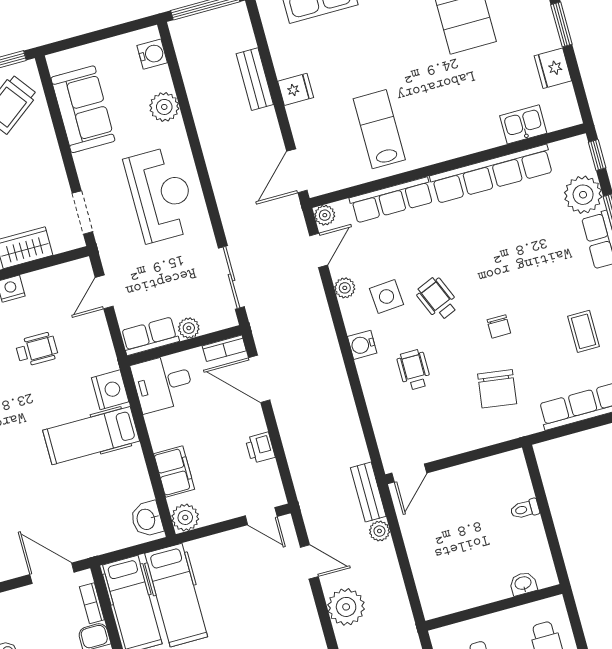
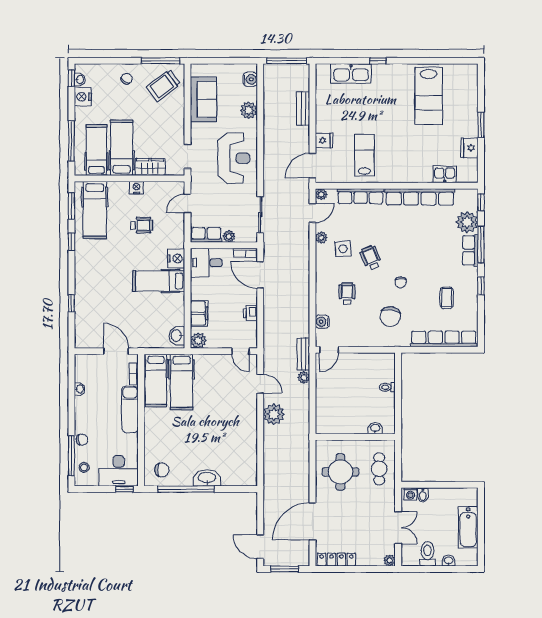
fridge: (296, 89) -> (324, 140), moved
water cooler: (362, 345) -> (322, 322), moved

